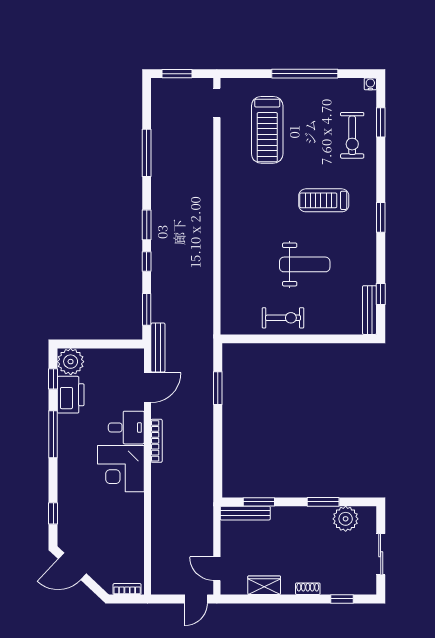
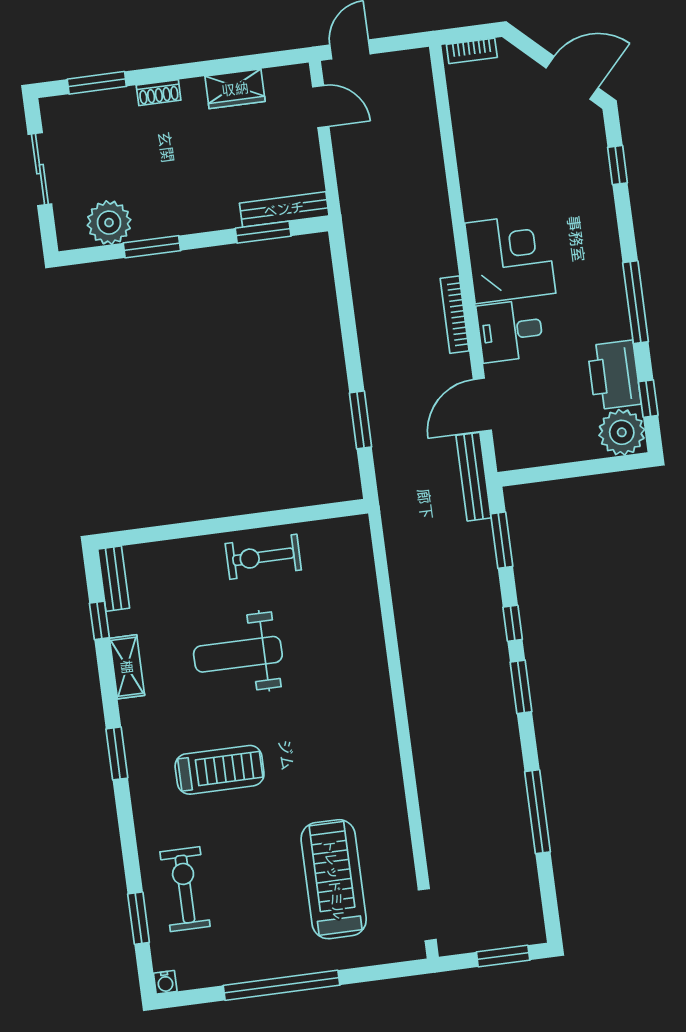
shelving: (368, 266) -> (127, 667), added
bench: (370, 310) -> (114, 579), width x0.73
window: (342, 599) -> (97, 83), width x1.50

